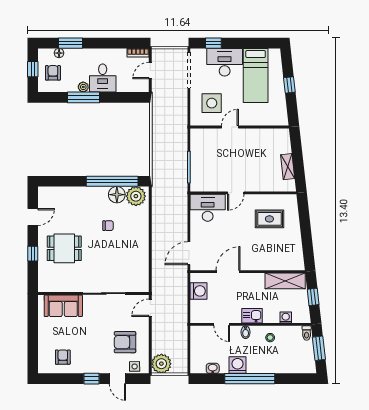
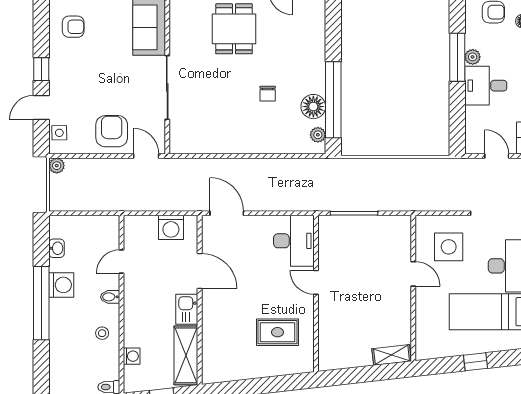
shelving: (288, 167) -> (392, 355), moved
plant: (136, 196) -> (318, 135), width x0.53, depth x0.53
rug: (269, 219) -> (277, 332), turned 90
kitchen sink: (252, 316) -> (187, 309), moved, turned 180
armchair: (125, 342) -> (112, 131), moved
plant: (161, 364) -> (57, 166), width x0.53, depth x0.53

